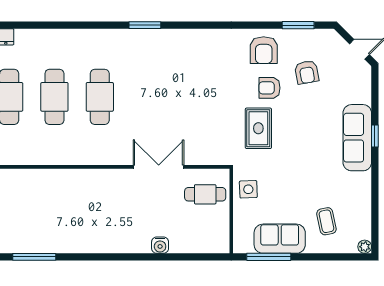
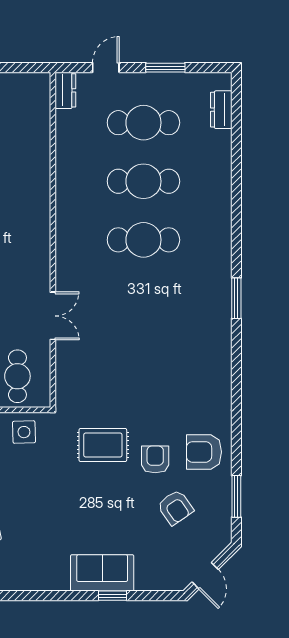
armchair: (307, 72) -> (175, 507), turned -115
window: (375, 136) -> (112, 596), moved
sofa: (357, 138) -> (102, 573), width x0.73
double door: (159, 167) -> (53, 316), width x0.73

